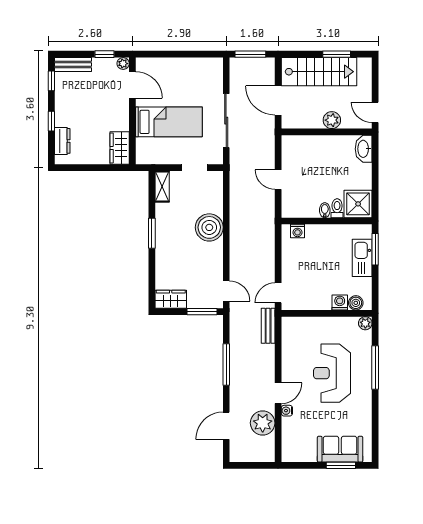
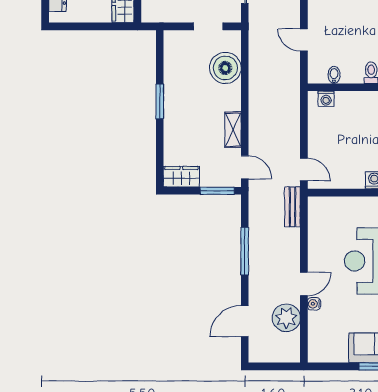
shelving: (162, 186) -> (233, 130), moved
bidet: (325, 210) -> (334, 75), moved
boiler: (209, 227) -> (225, 68), moved
door: (278, 293) -> (304, 169), swing flipped

